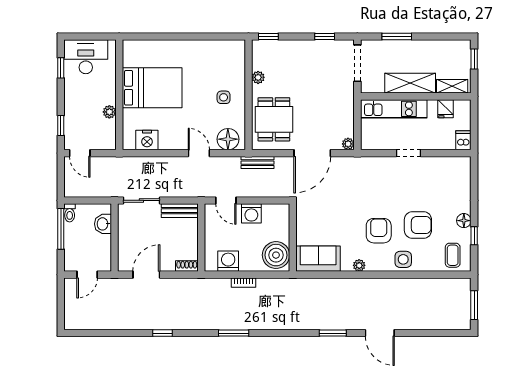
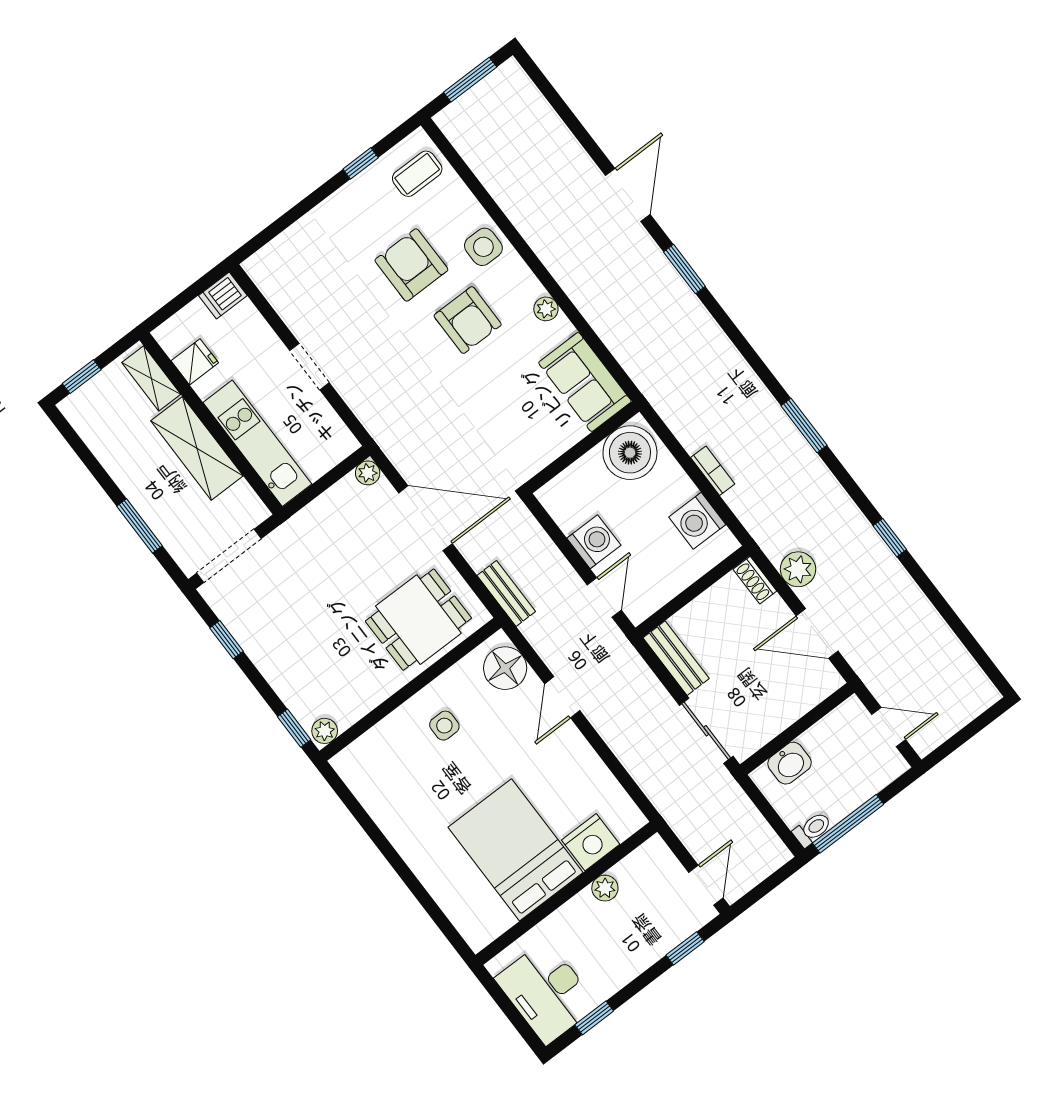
plant: (258, 77) -> (325, 731), moved
nightstand: (147, 140) -> (591, 842), moved, turned 90
floor lamp: (464, 221) -> (349, 198), removed
armchair: (379, 231) -> (468, 320), turned -90
plant: (178, 287) -> (798, 569), added

